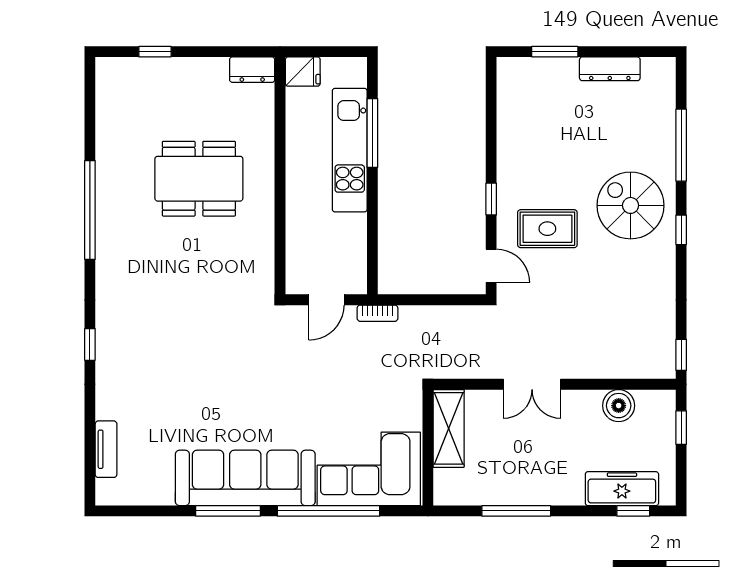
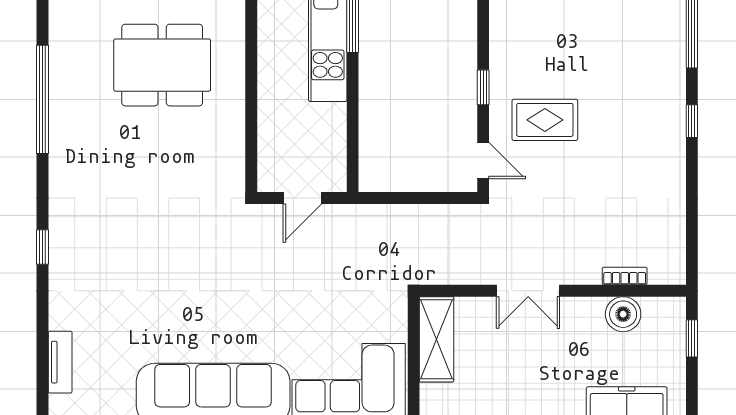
spiral stairs: (631, 205) -> (636, 94), removed
bookcase: (377, 313) -> (625, 276), moved, turned 180
window: (681, 355) -> (692, 259), removed

